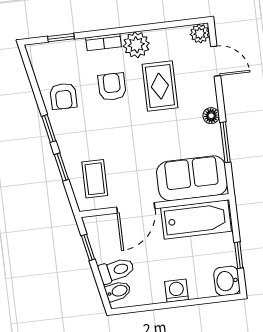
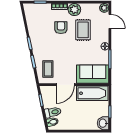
armchair: (63, 96) -> (38, 29), removed
washing machine: (177, 291) -> (79, 125), removed

